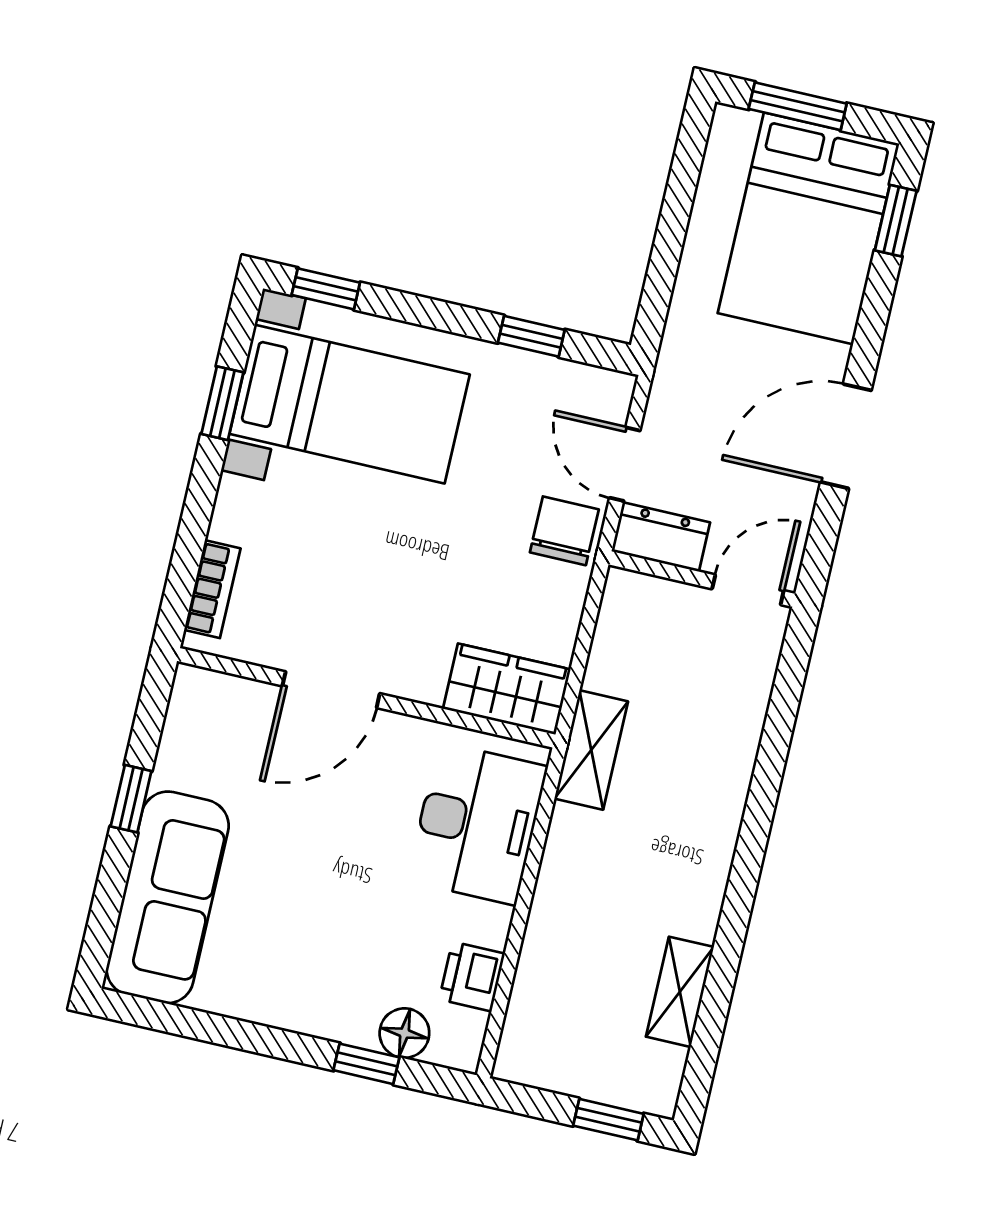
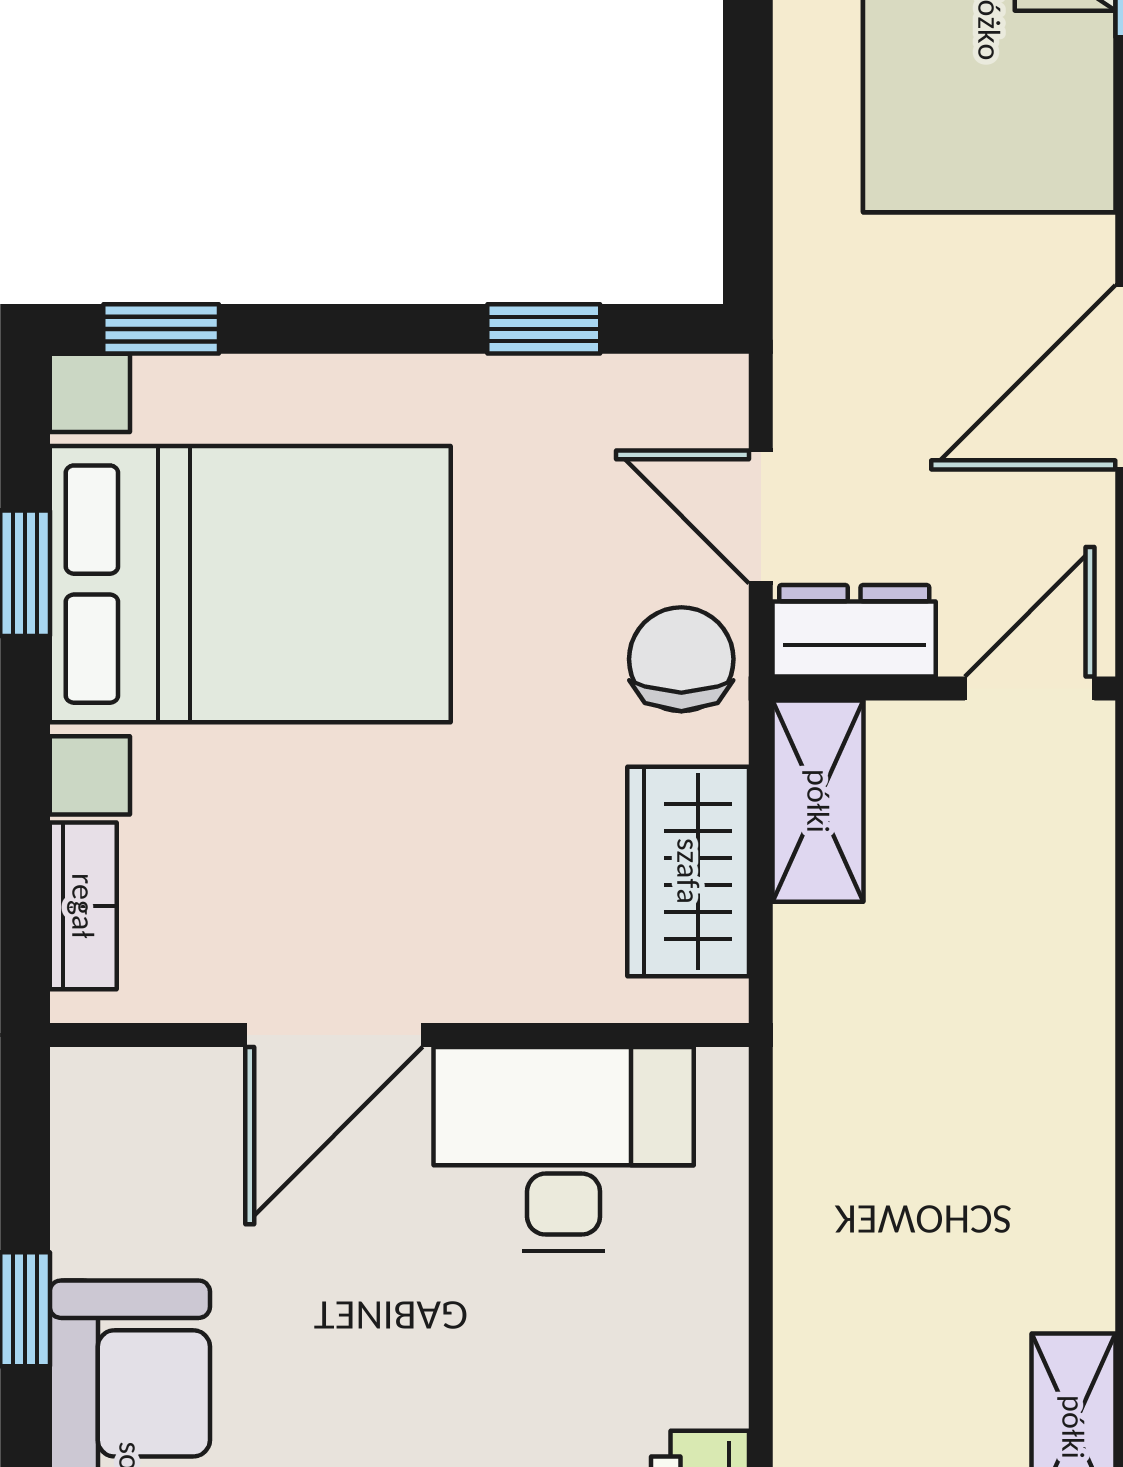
bed with nightstands: (350, 404) -> (250, 584), width x1.36
wardrobe: (507, 689) -> (688, 871), moved, turned -90
shelving: (591, 750) -> (818, 801), moved
desk: (477, 824) -> (564, 1149), moved, turned -90

